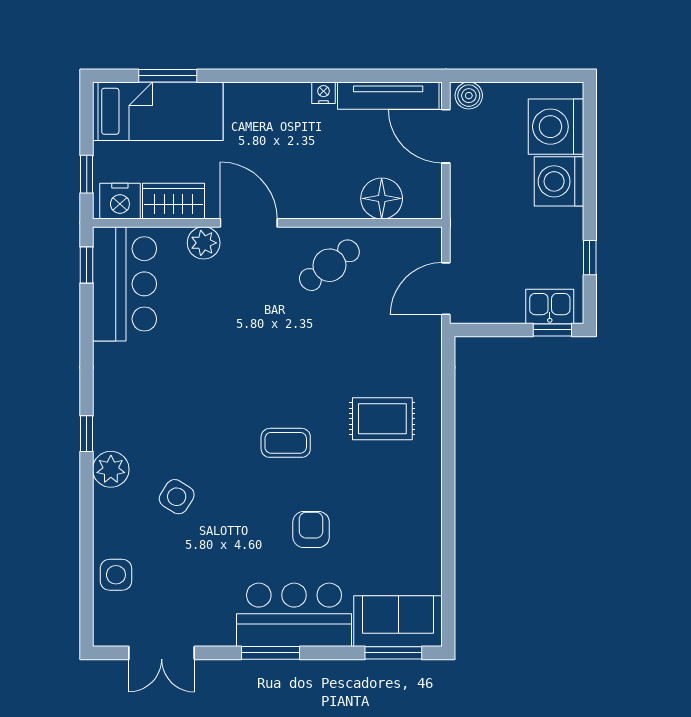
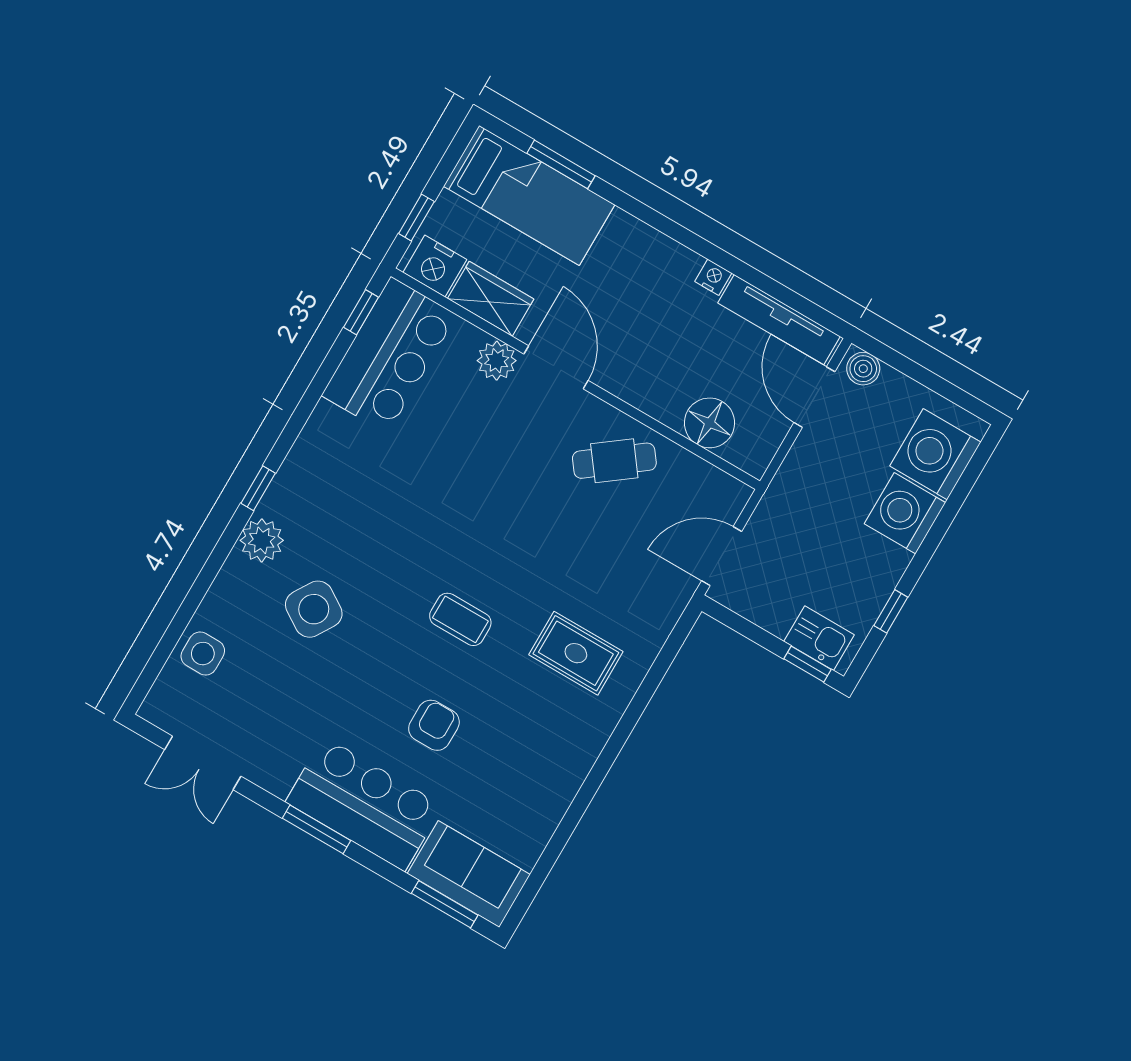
side table: (177, 497) -> (314, 609), width x1.37, depth x1.37

